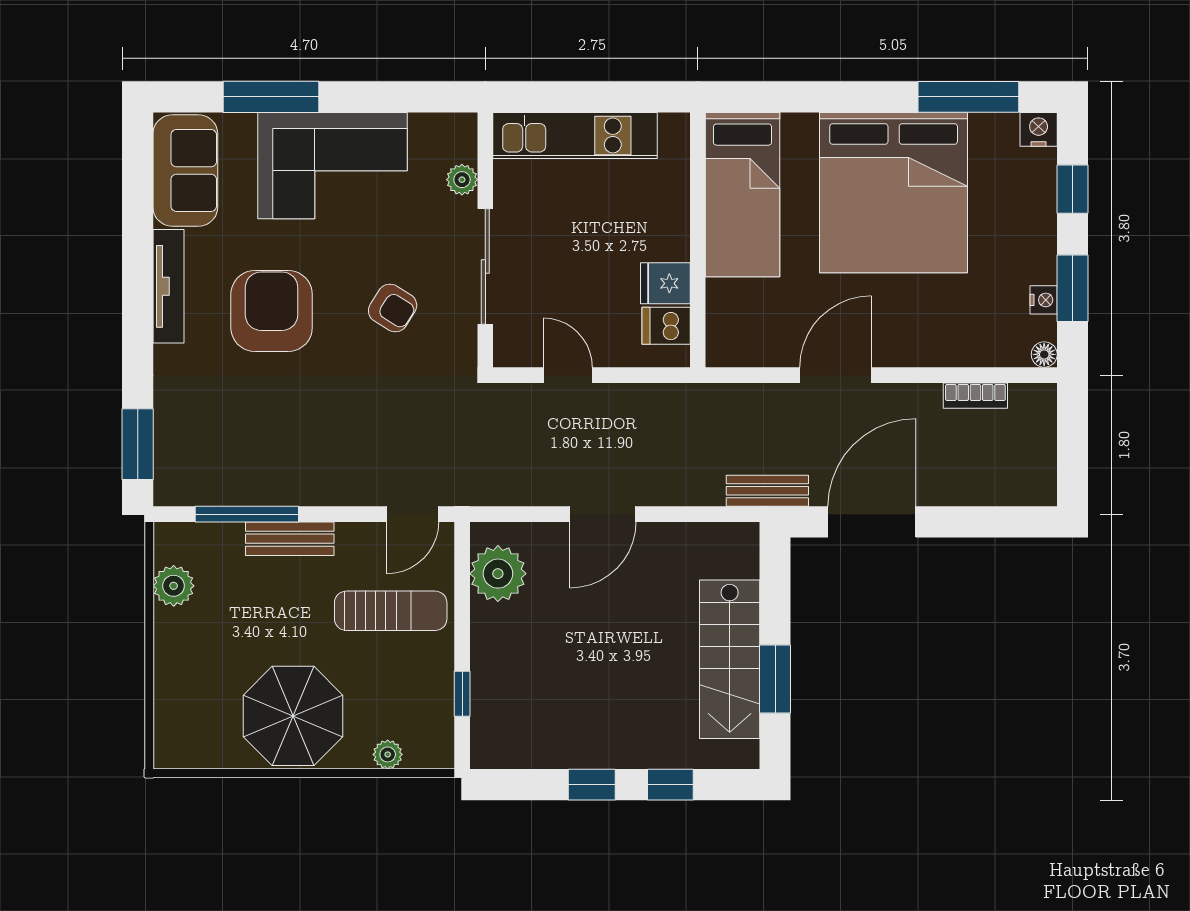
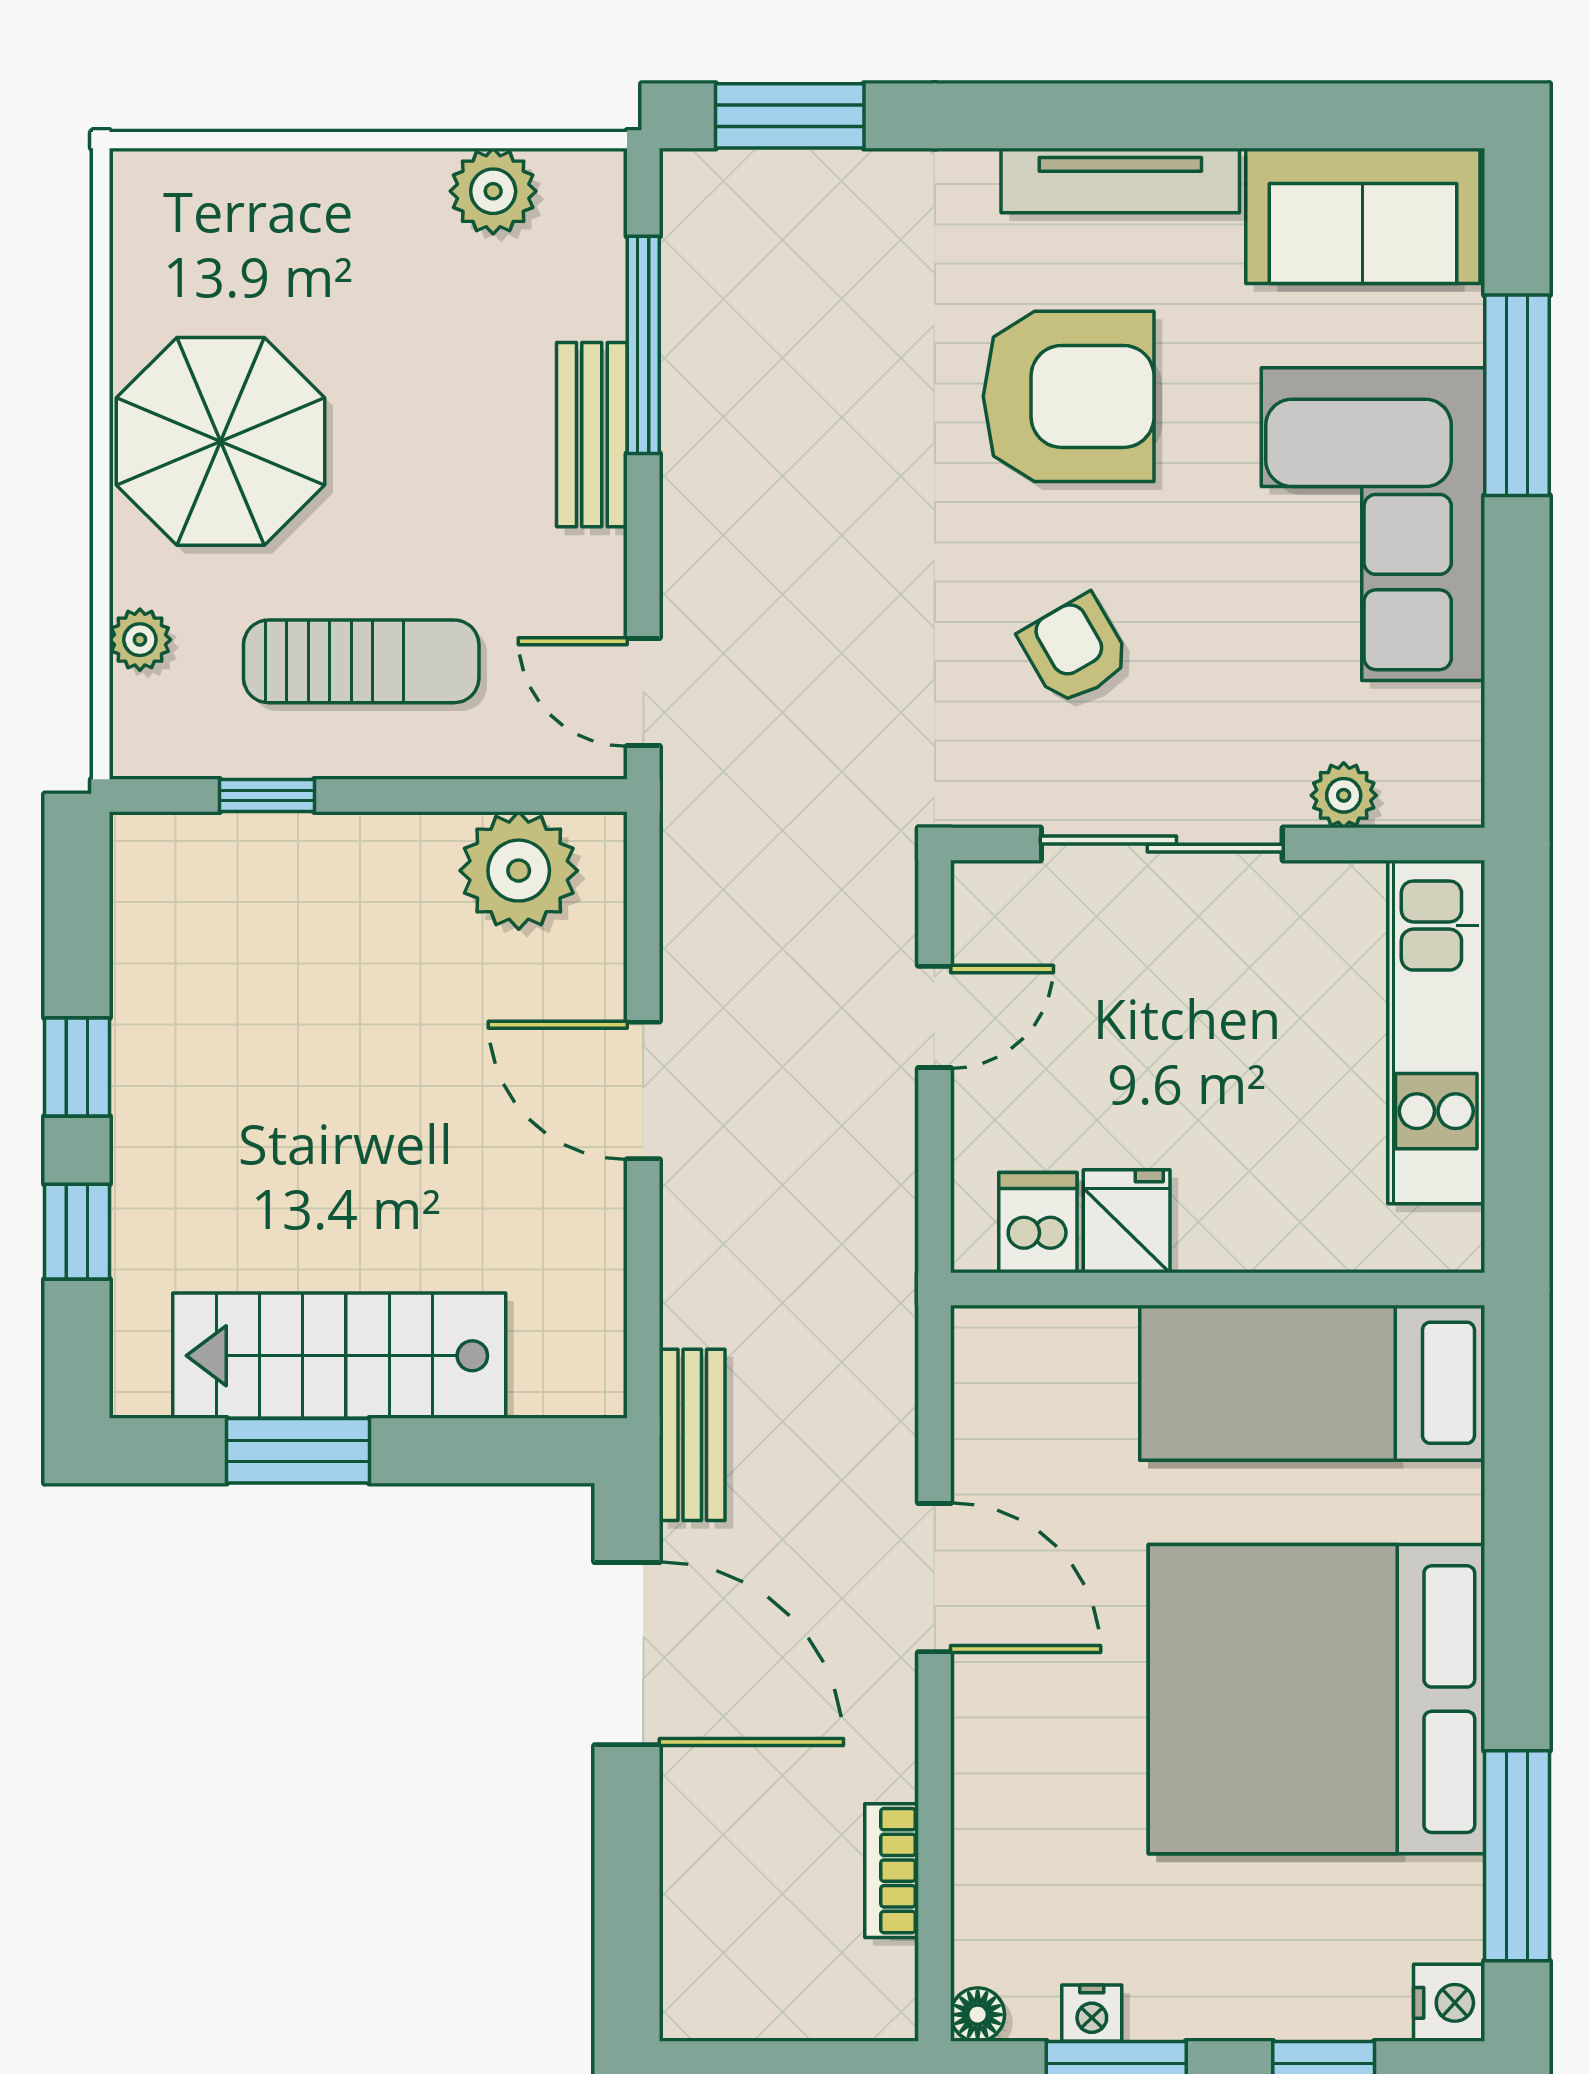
armchair: (393, 308) -> (1075, 650), turned 118
sun lounger: (391, 611) -> (361, 661), moved, turned -90

